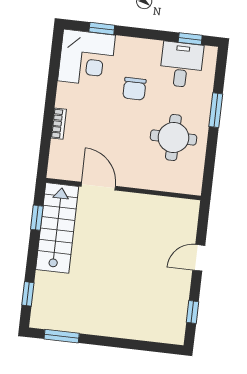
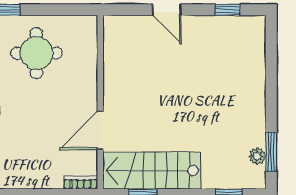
bookcase: (59, 124) -> (81, 182), moved
plant: (59, 323) -> (257, 156), added

